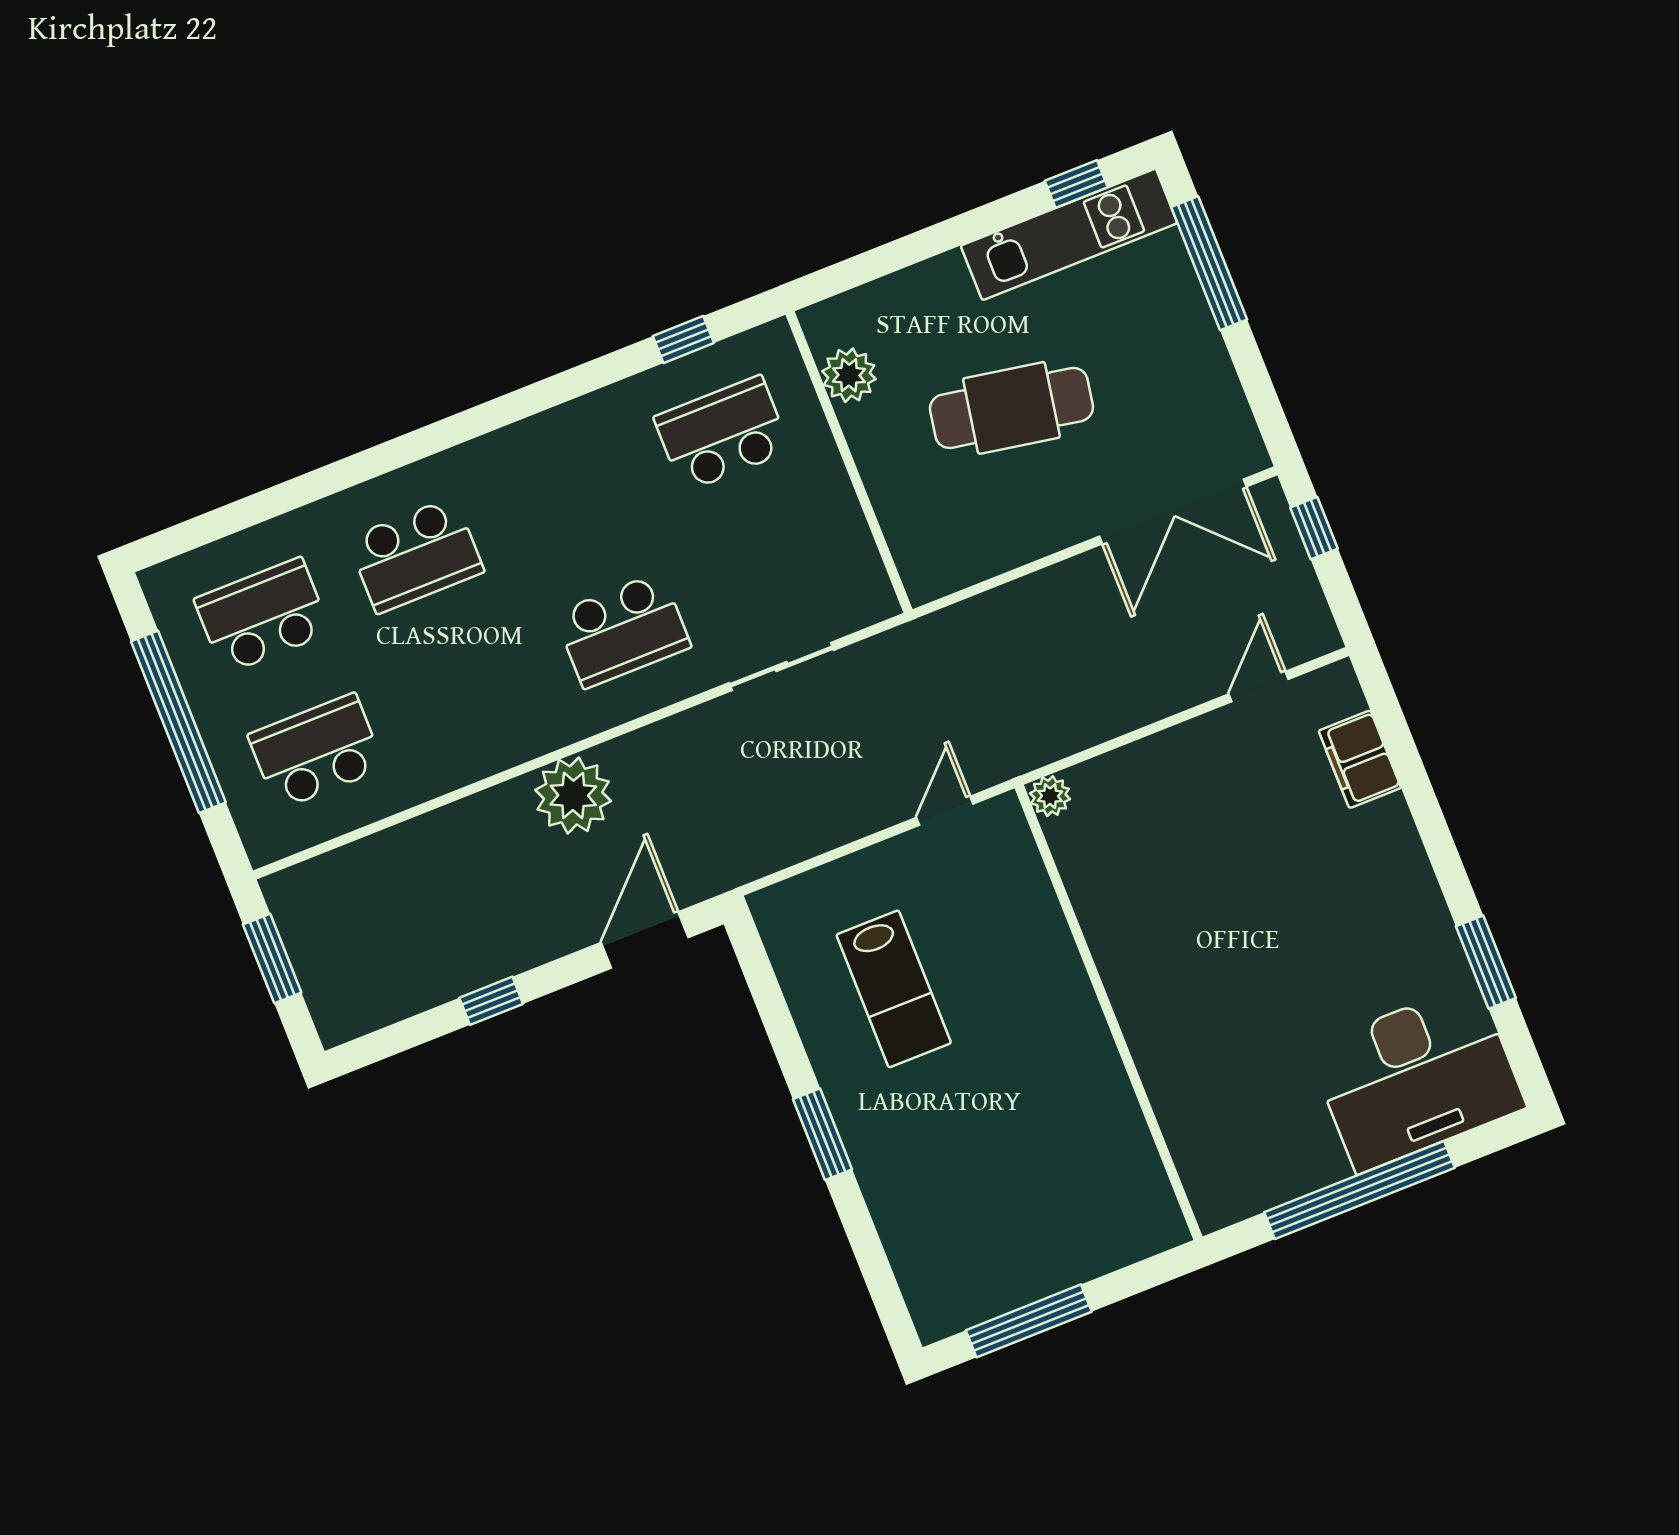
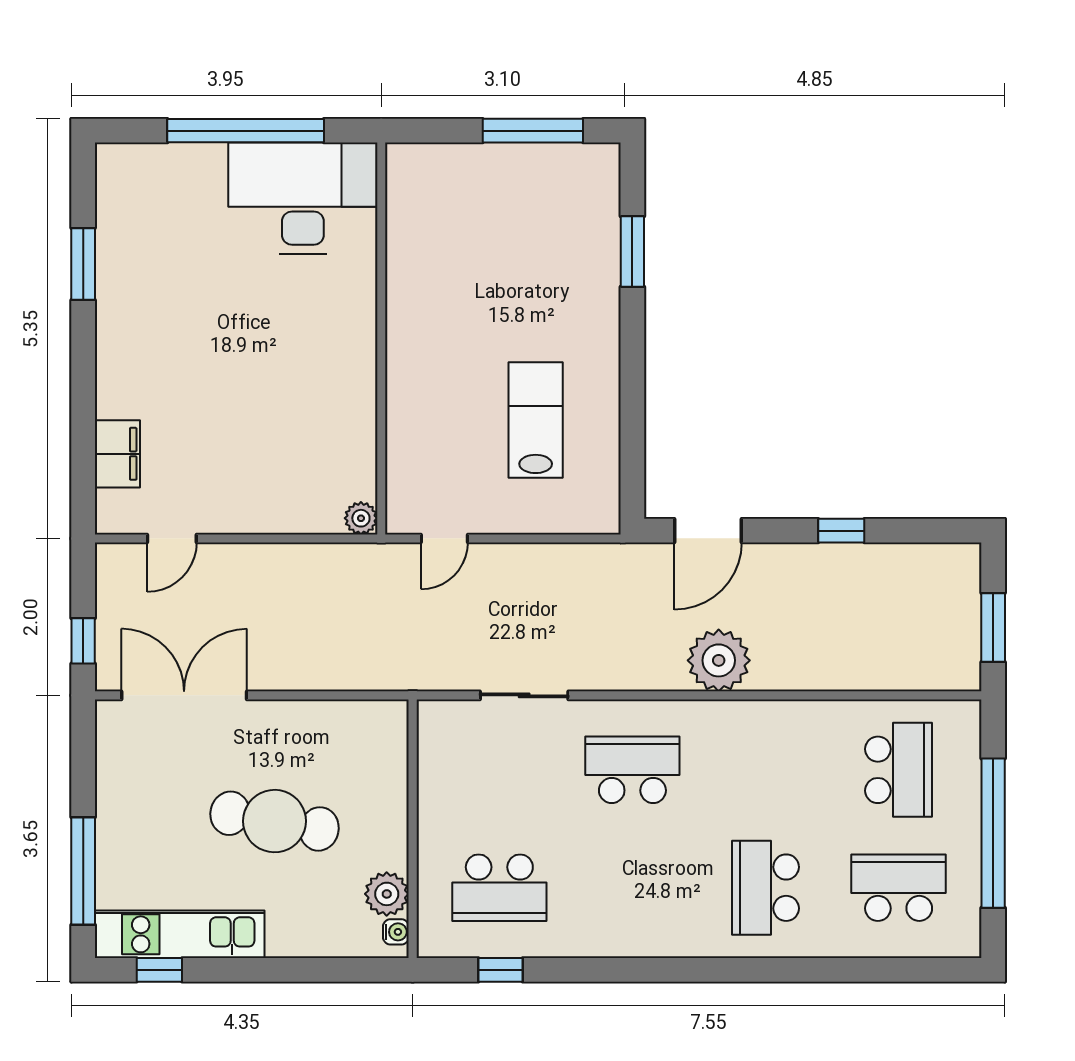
water cooler: (821, 336) -> (396, 932), added
school desk: (416, 555) -> (765, 888), turned -90
school desk: (262, 616) -> (899, 888), turned 180
school desk: (316, 751) -> (899, 770), turned -90
desk: (1417, 1077) -> (303, 198), moved
window: (822, 1134) -> (632, 251), moved

